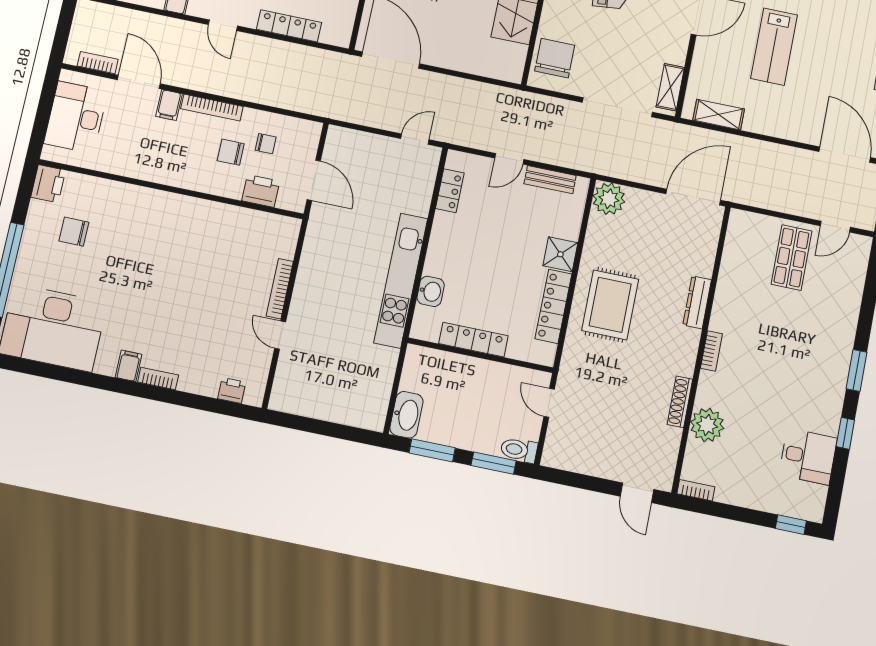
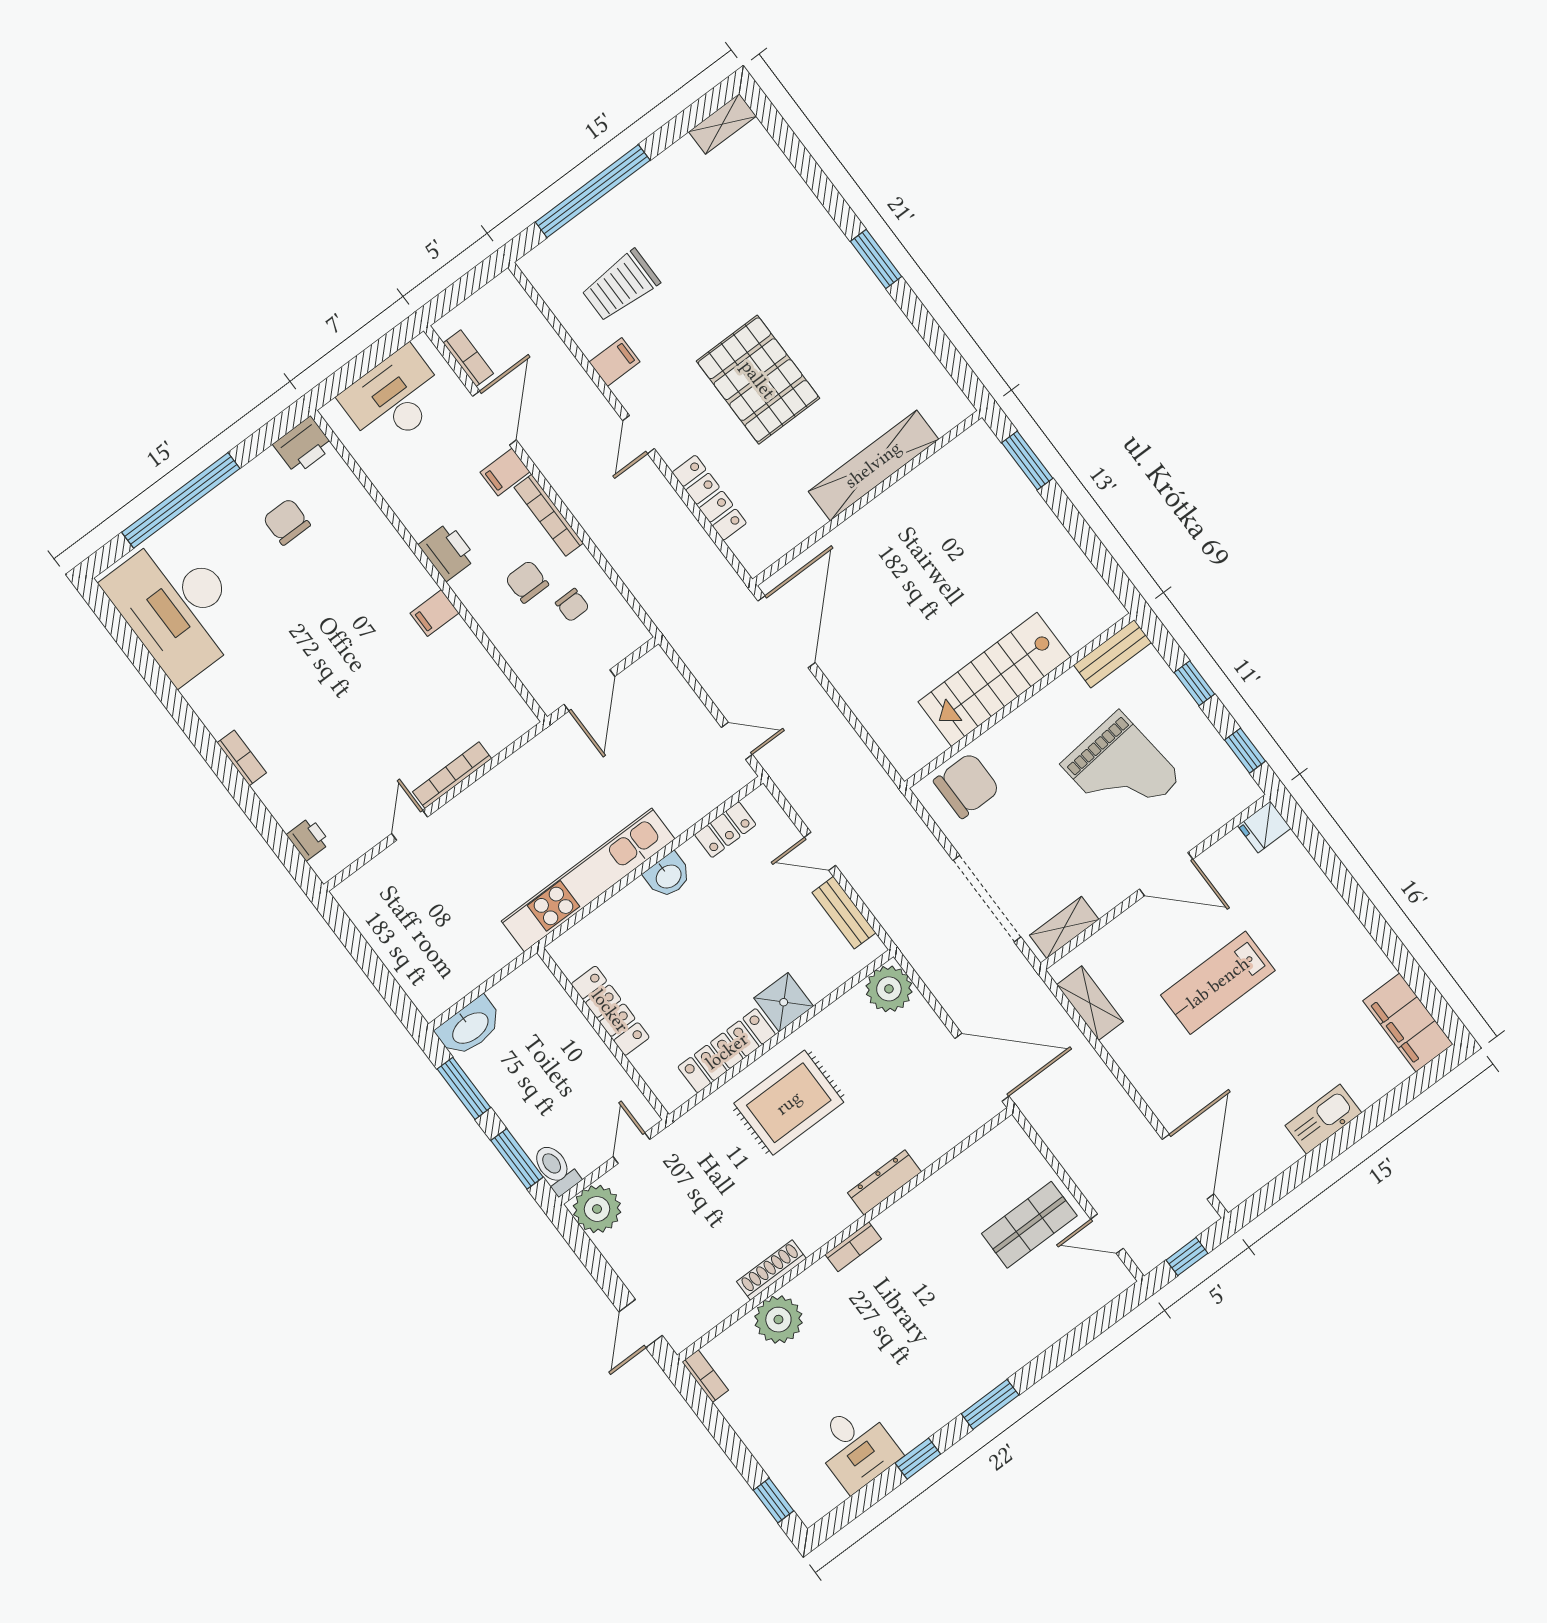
printer: (261, 191) -> (447, 552), moved
washbasin: (431, 291) -> (668, 876), moved
filing cabinet: (129, 366) -> (435, 613), moved, turned 180
plant: (560, 452) -> (597, 1209), added

